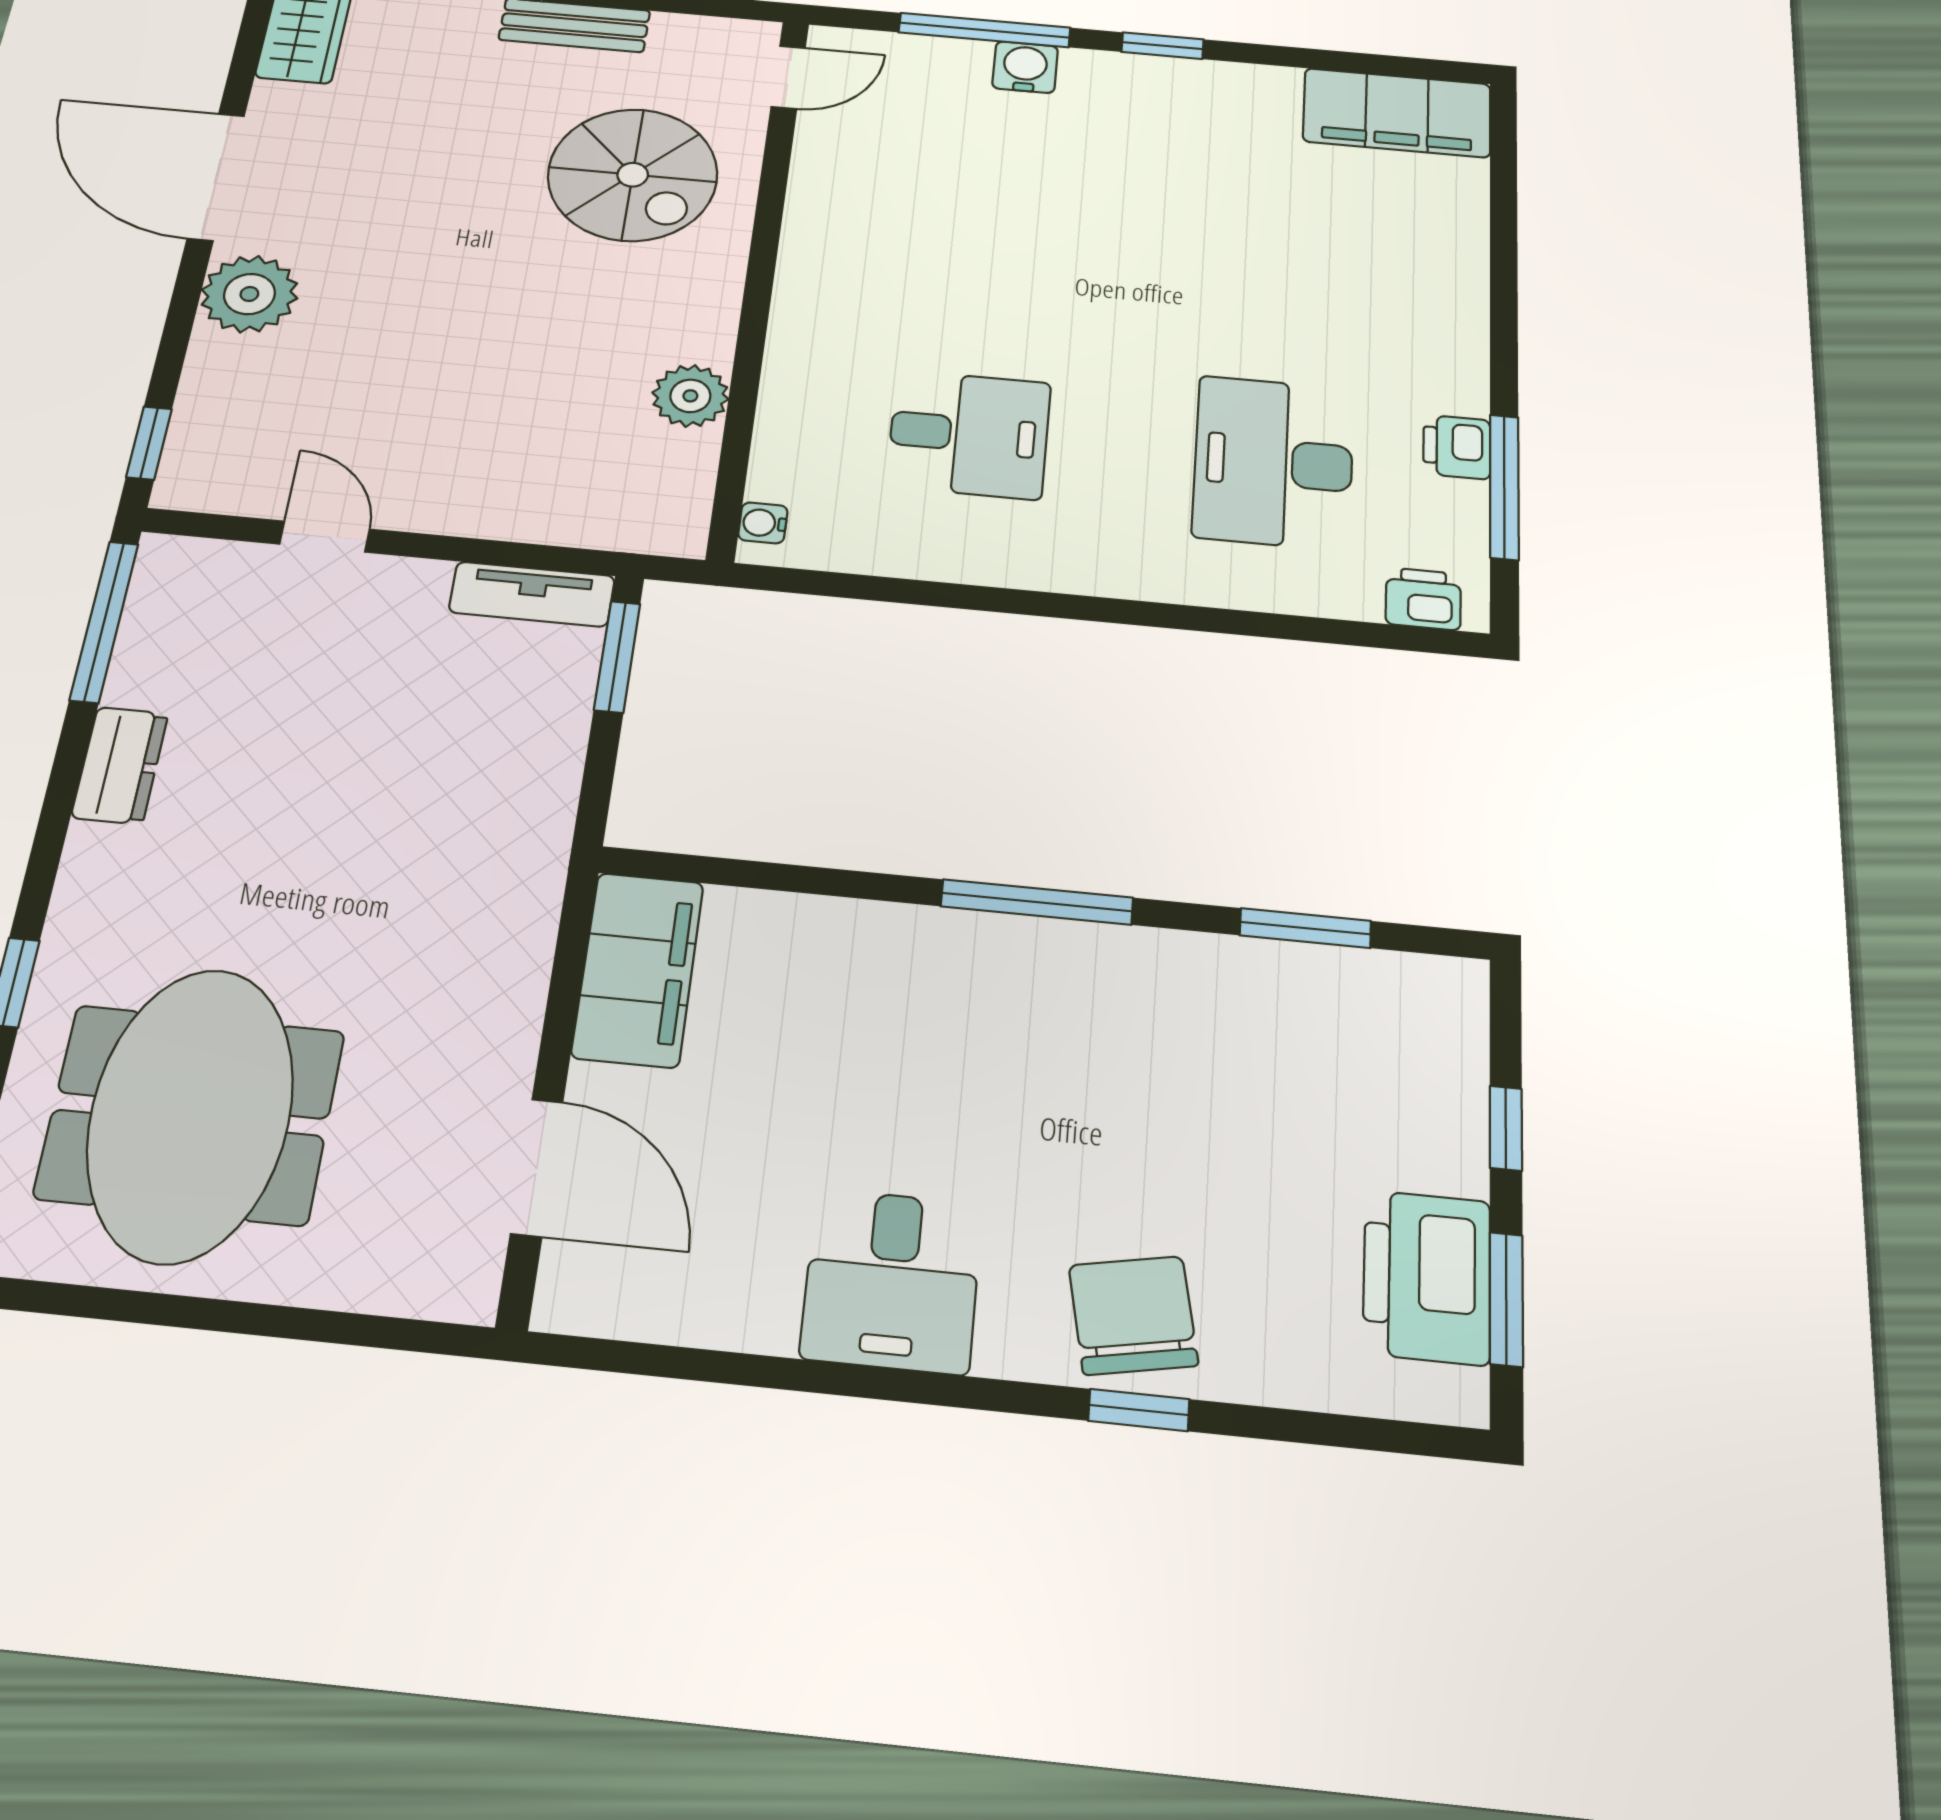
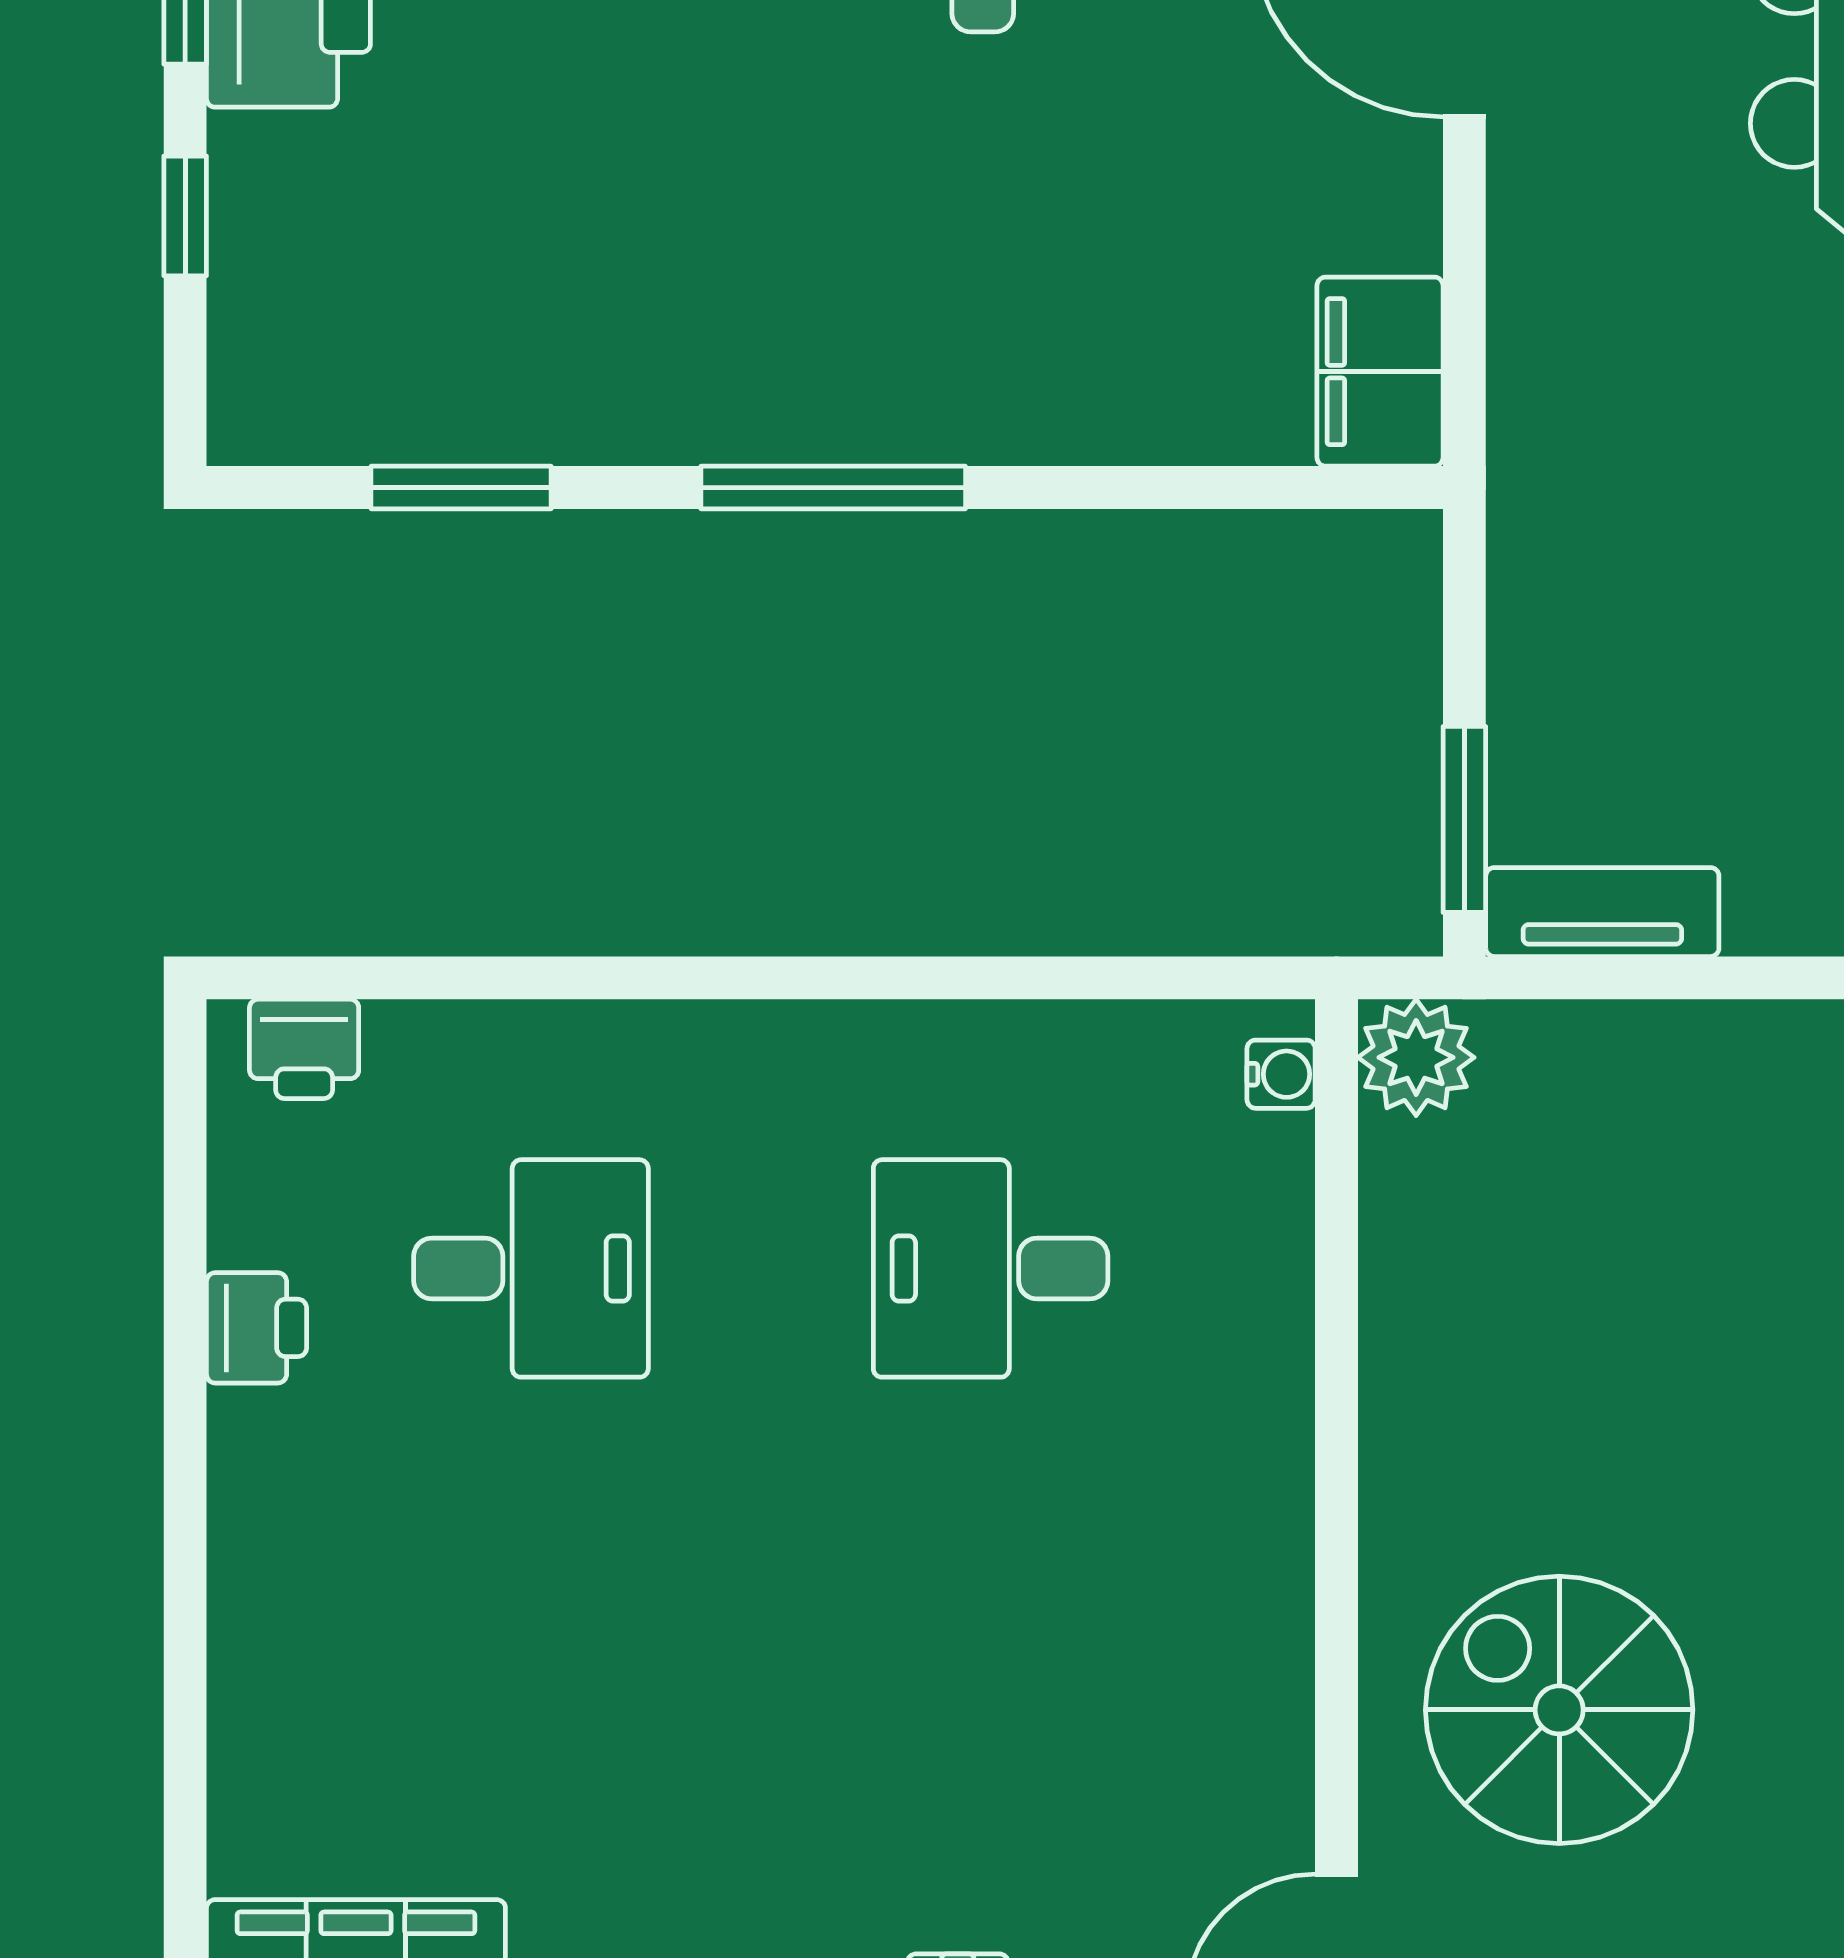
plant: (690, 396) -> (1416, 1057), moved
desk: (1274, 462) -> (531, 1268), width x0.73
window: (1504, 487) -> (185, 1263), removed
filing cabinet: (638, 969) -> (1380, 372), width x0.67, depth x0.86

